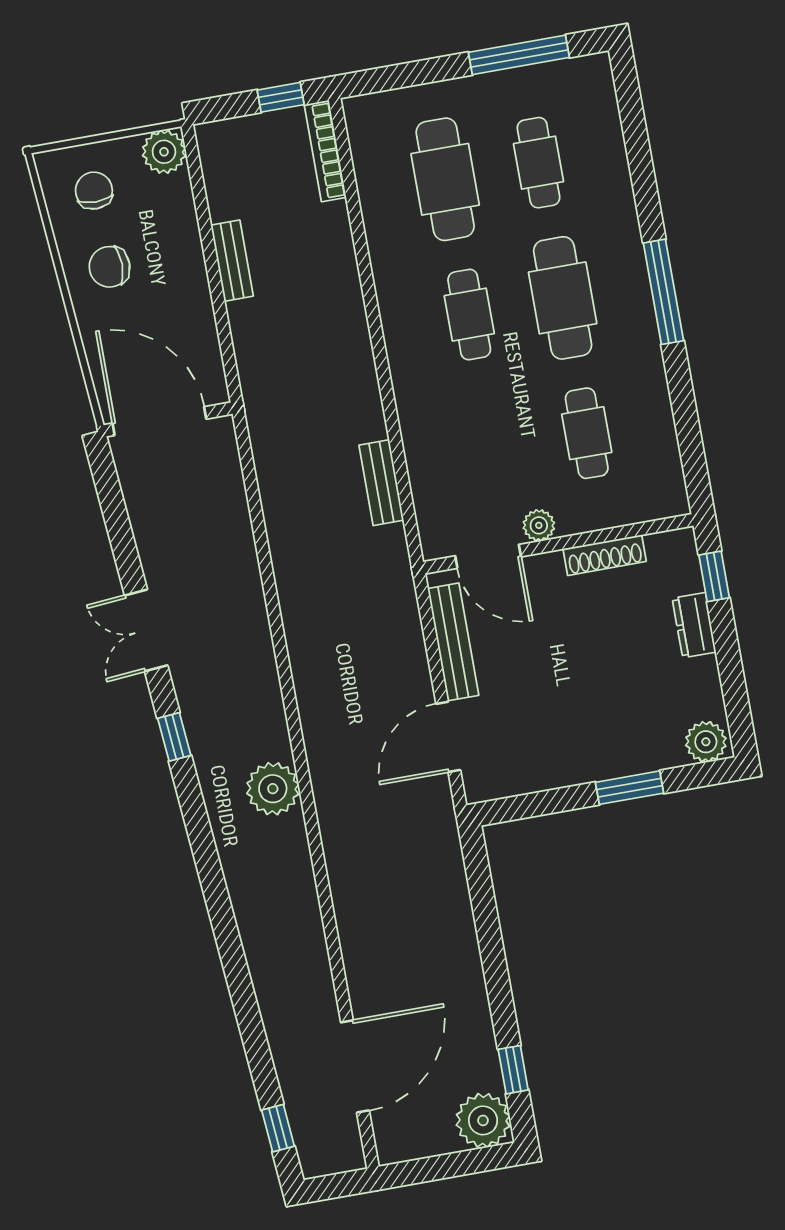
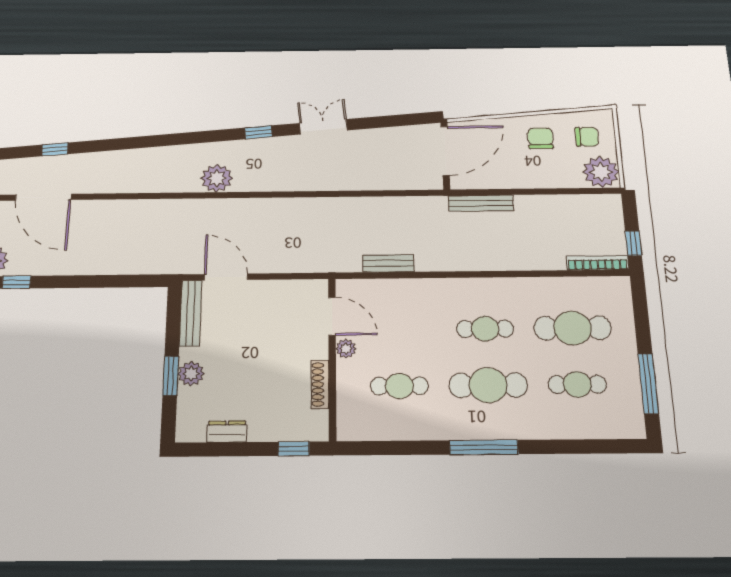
plant: (164, 152) -> (601, 172), width x1.36, depth x1.36
bench: (232, 261) -> (481, 203), moved, width x1.36
door: (488, 556) -> (332, 316), swing flipped
dresser: (694, 625) -> (227, 432), moved
bench: (453, 642) -> (191, 313), moved, turned 90
plant: (706, 742) -> (191, 374), moved
window: (278, 1128) -> (55, 149), moved

